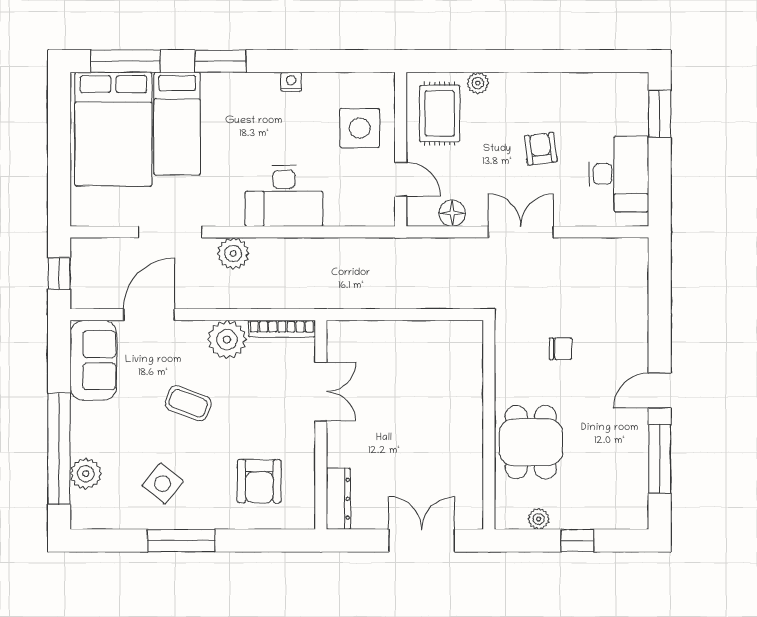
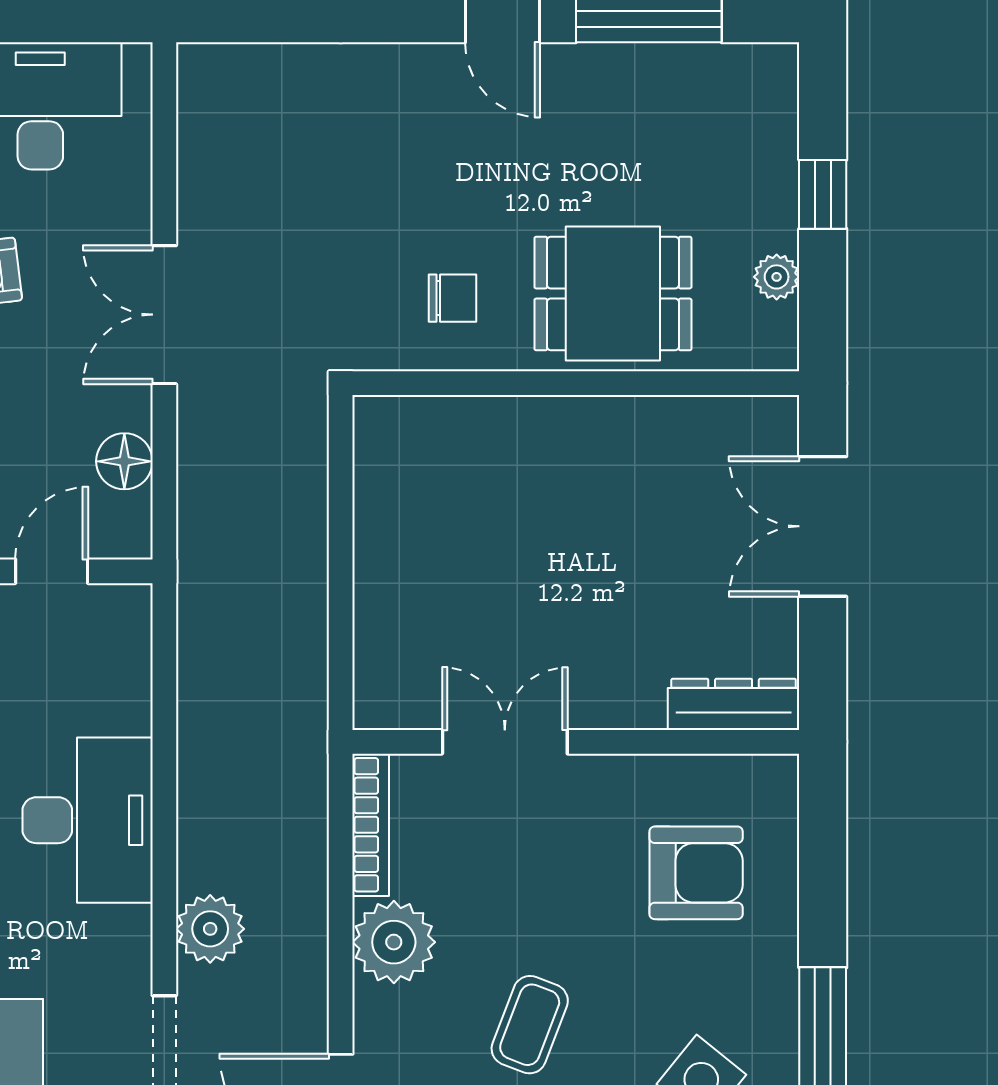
chair: (561, 349) -> (452, 298), moved, turned 90

